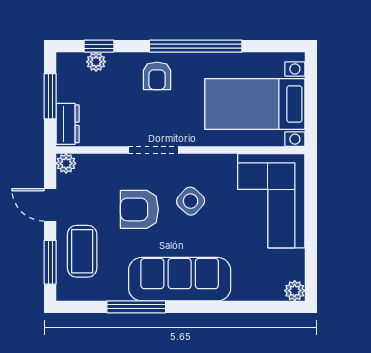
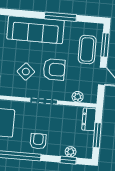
plant: (66, 163) -> (78, 97), moved

